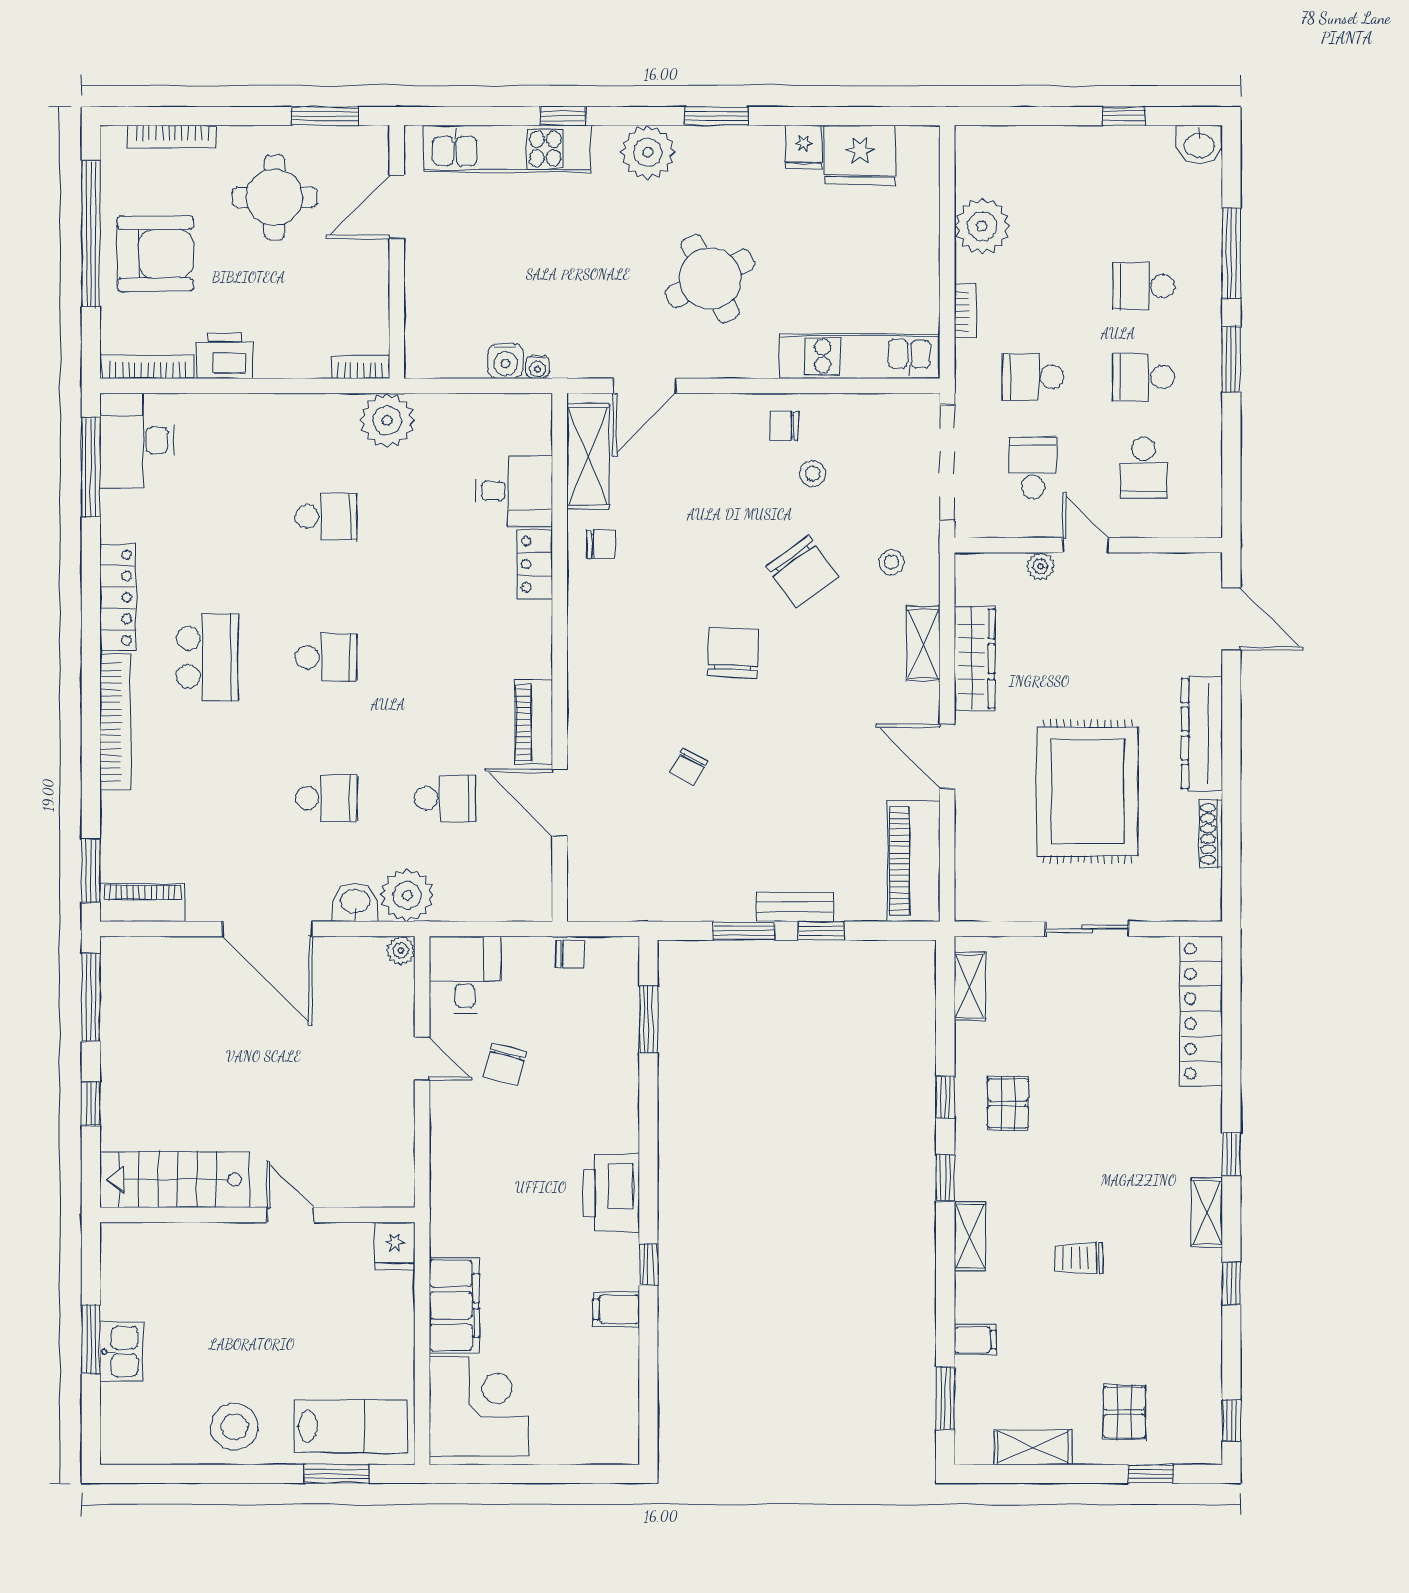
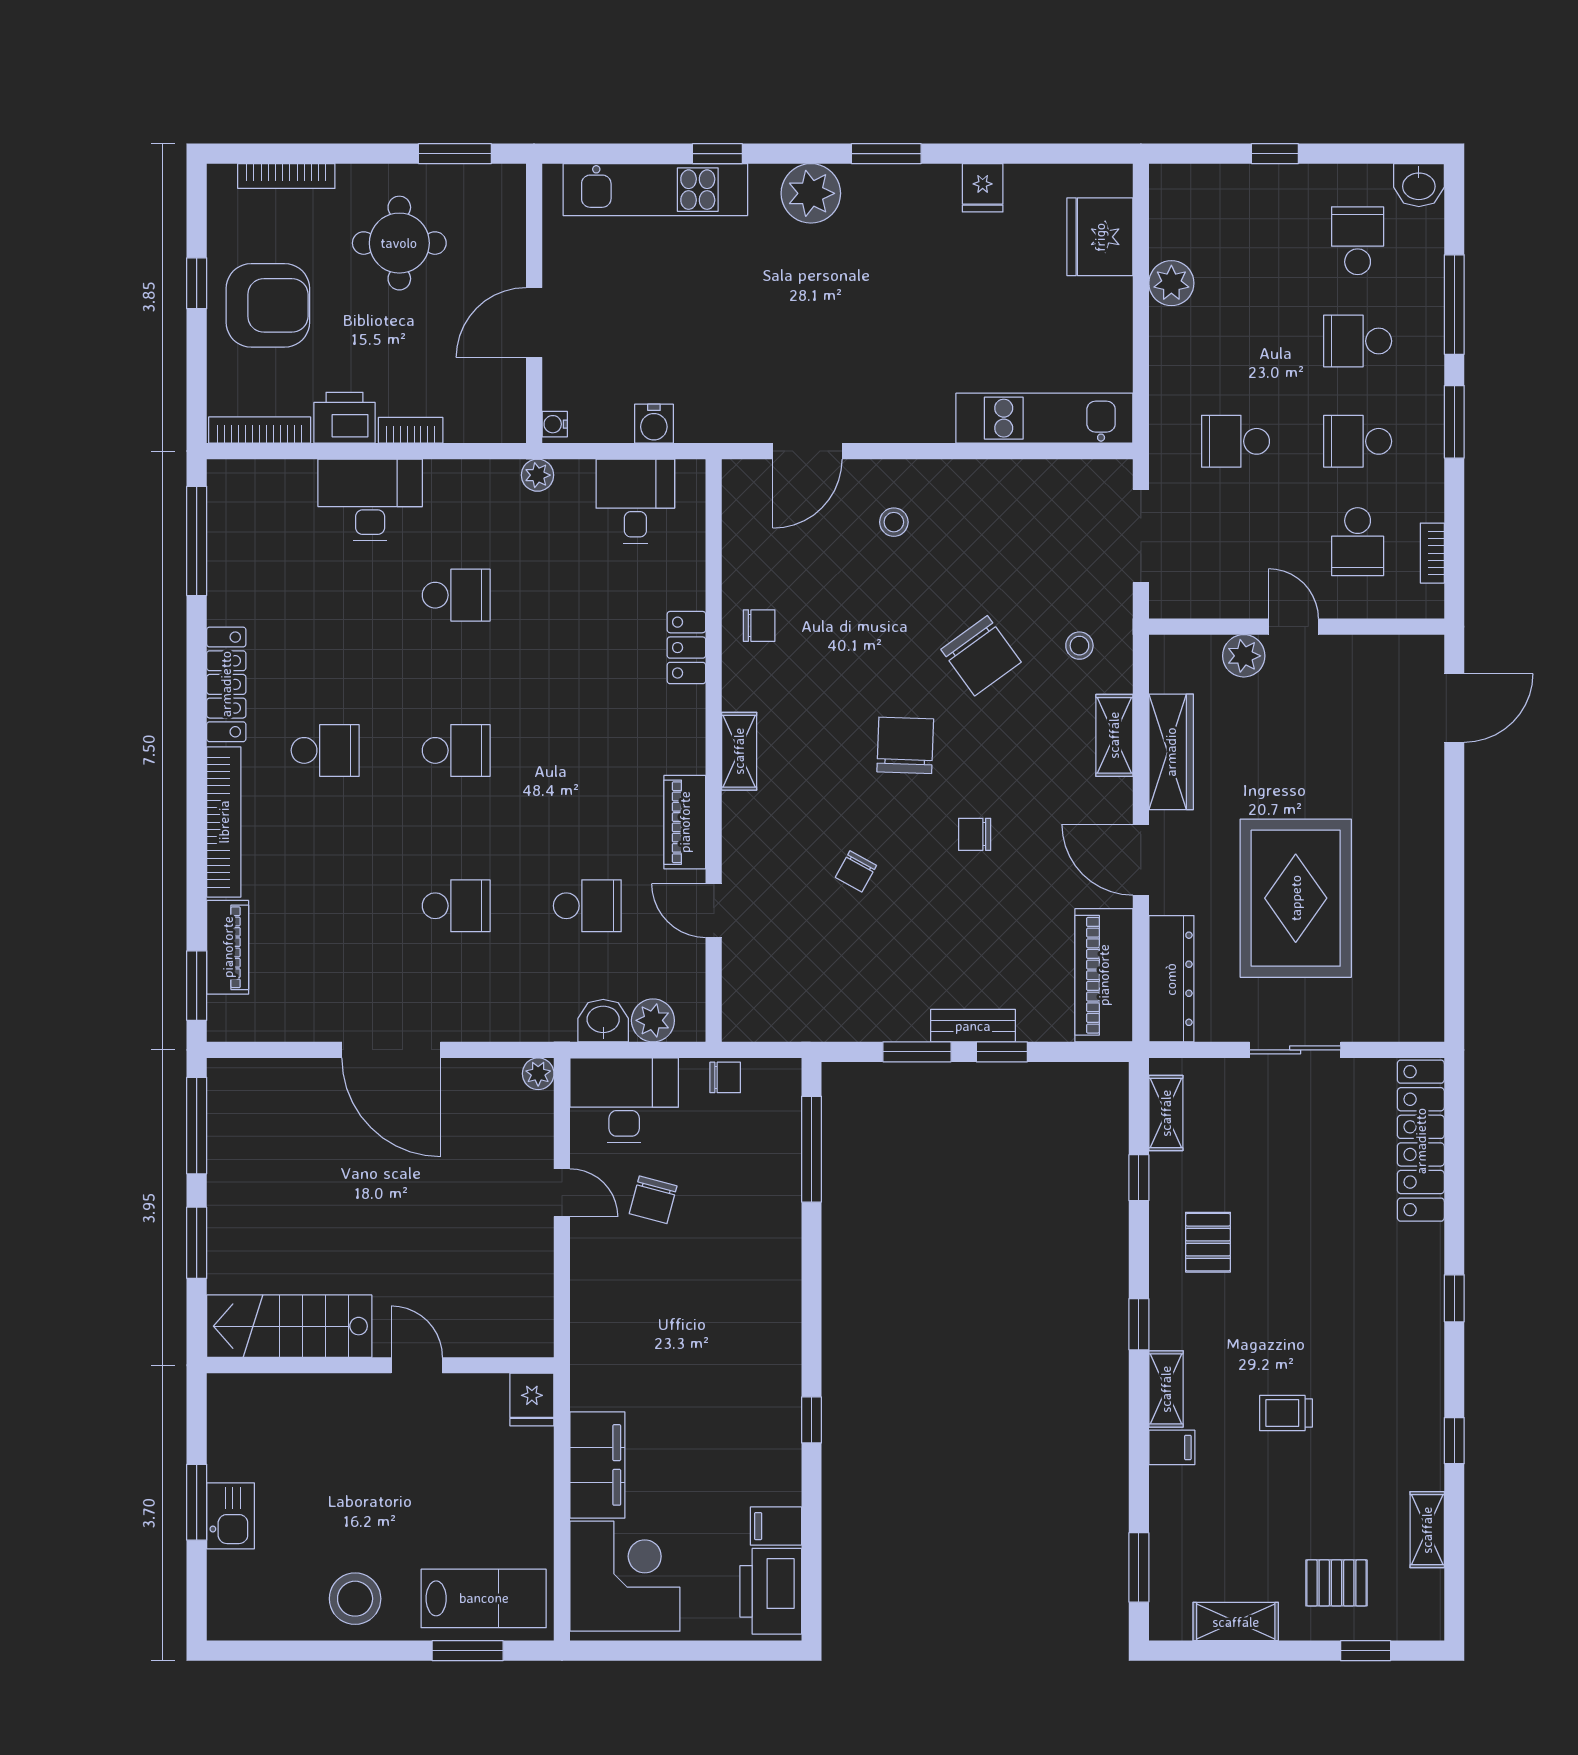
window: (1124, 116) -> (1275, 154), moved
fridge: (860, 155) -> (1100, 237), moved, turned 90
door: (397, 207) -> (534, 323), moved
plant: (982, 226) -> (1171, 283), width x0.73, depth x0.73
window: (91, 234) -> (197, 283), width x0.32
round table: (710, 278) -> (879, 333), removed
bookcase: (965, 311) -> (1432, 553), moved, turned 180
bookcase: (360, 367) -> (411, 430), moved
water cooler: (537, 367) -> (555, 424), moved, turned 90
plant: (387, 420) -> (538, 475), width x0.53, depth x0.53
chair: (784, 426) -> (975, 834), moved
desk: (137, 440) -> (370, 500), moved, turned 90
shelving: (588, 456) -> (739, 751), moved, width x0.67, depth x0.75
doorway: (947, 463) -> (1141, 536), width x0.73
school desk: (1033, 468) -> (1358, 241), moved
stool: (813, 474) -> (894, 522), moved
desk: (514, 491) -> (635, 501), moved, turned -90
plant: (1040, 566) -> (1244, 656), width x1.38, depth x1.38
door: (1231, 619) -> (1454, 708), hinge flipped
school desk: (207, 657) -> (325, 750), width x0.54
dresser: (1202, 734) -> (1171, 979), moved, turned 180
door: (560, 803) -> (714, 911), width x0.73
shoe rack: (1211, 834) -> (1432, 945), removed
plant: (407, 895) -> (653, 1020), moved, width x0.73, depth x0.73
washbasin: (355, 902) -> (603, 1021), moved
piano: (142, 903) -> (228, 947), moved, turned 90
desk: (465, 975) -> (624, 1100), width x1.37
window: (648, 1019) -> (811, 1149), width x1.44
window: (945, 1097) -> (1139, 1178), moved
window: (91, 1104) -> (197, 1243), width x1.50
printer: (611, 1193) -> (771, 1591), moved
shelving: (1207, 1213) -> (1427, 1530), moved
filing cabinet: (616, 1309) -> (776, 1526), moved
filing cabinet: (975, 1340) -> (1172, 1447), moved
pallet: (1125, 1412) -> (1336, 1583), turned 90
window: (1231, 1421) -> (1454, 1592), removed

